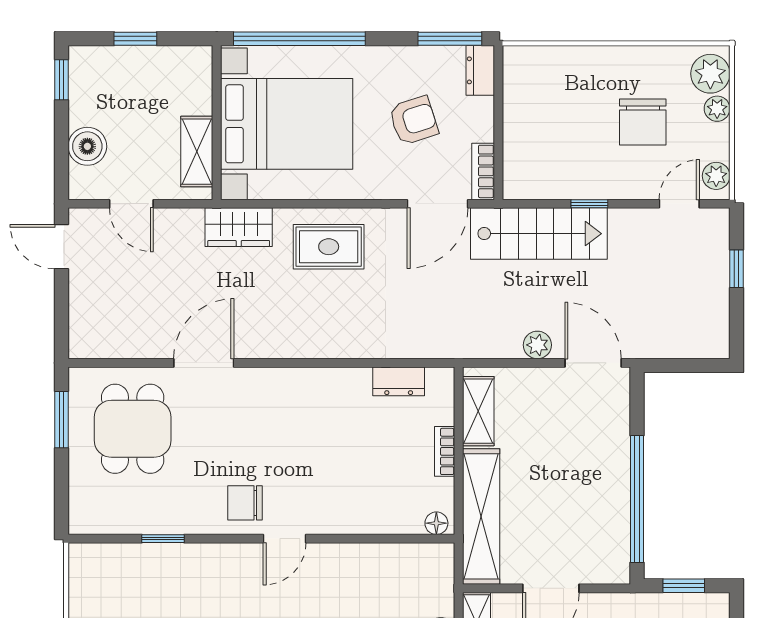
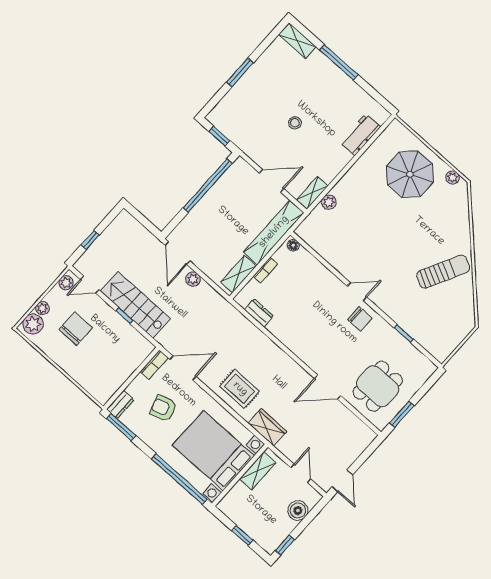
stairs: (539, 234) -> (135, 305), moved

